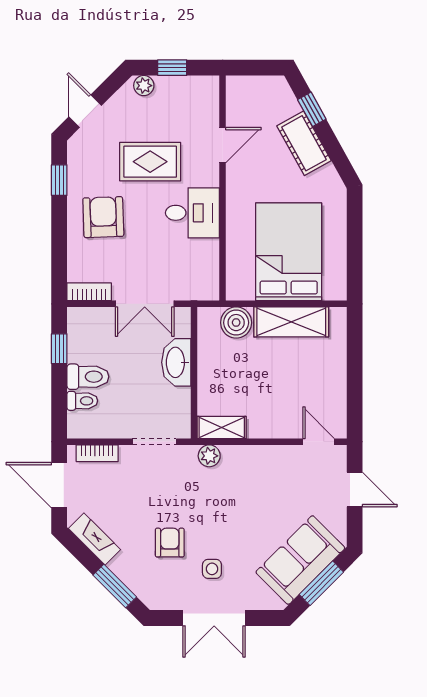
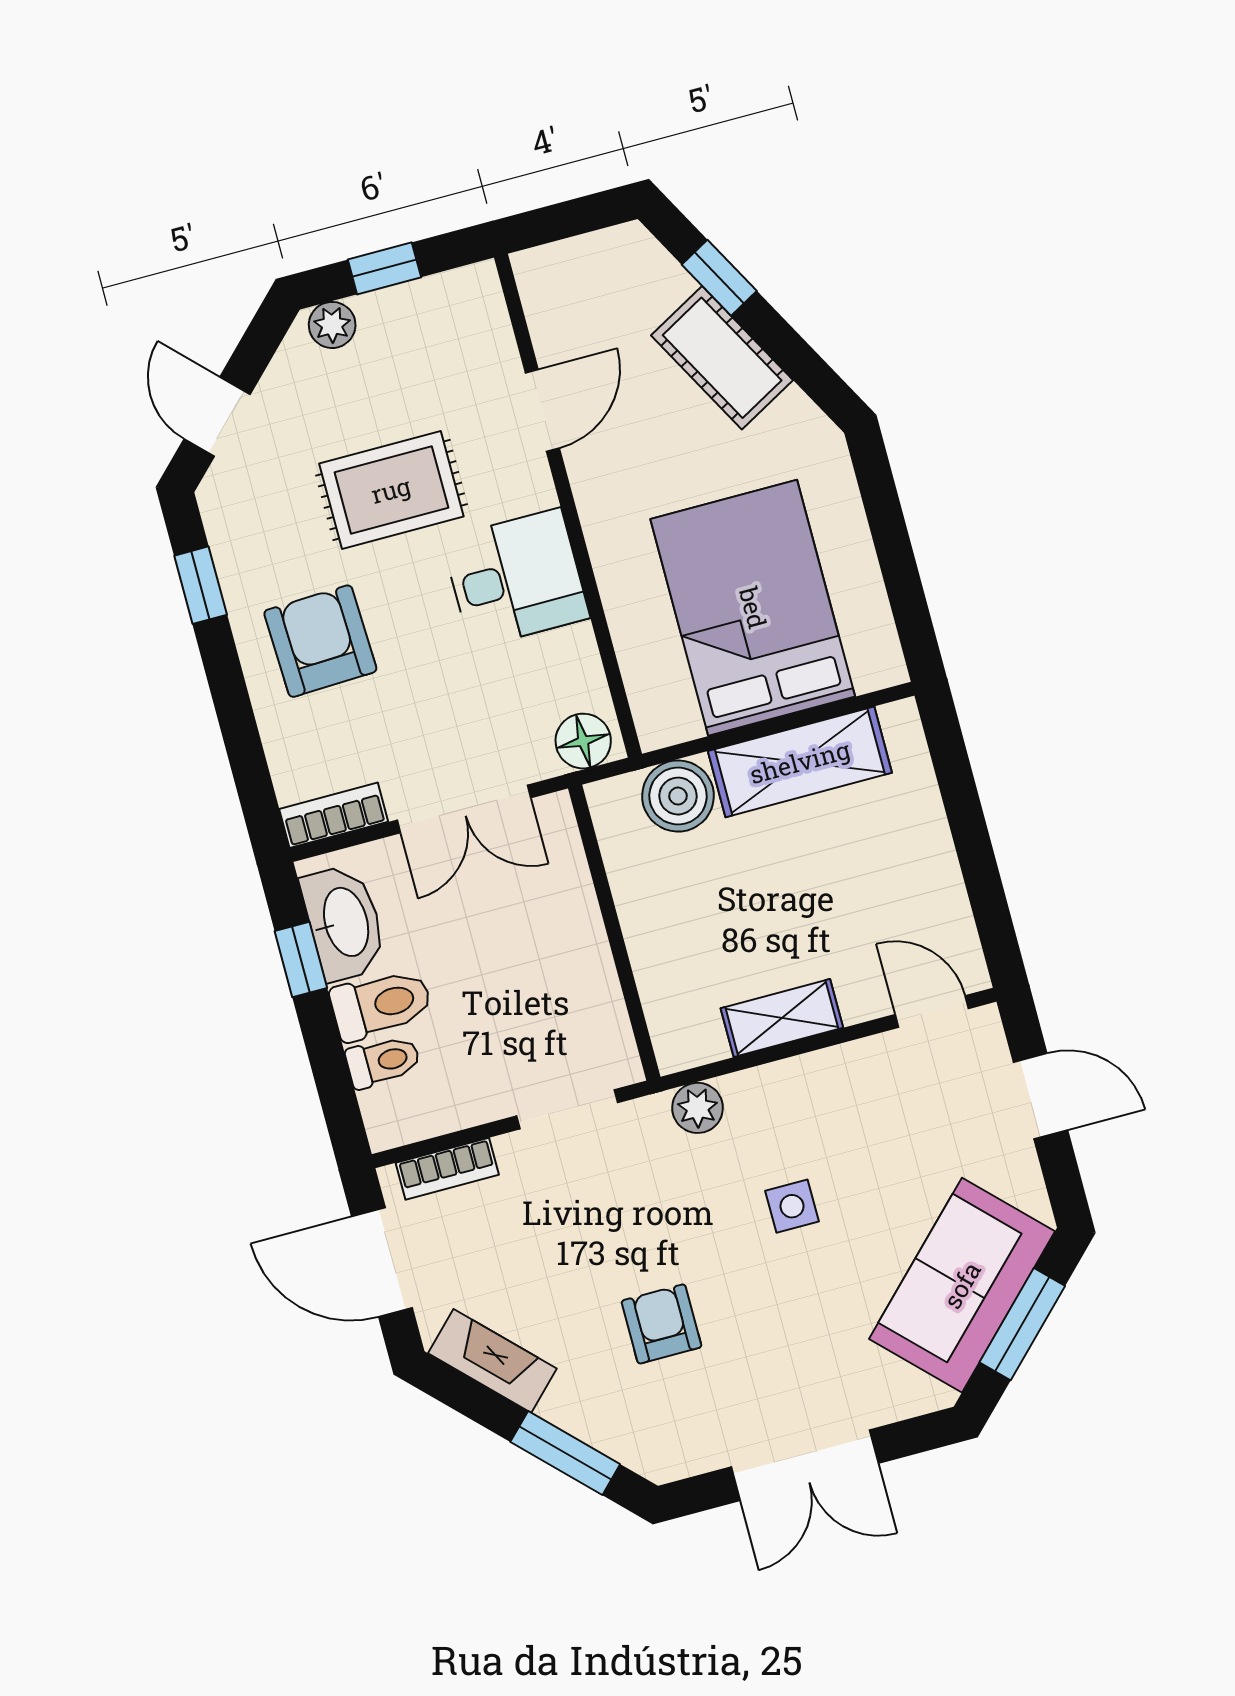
floor lamp: (202, 289) -> (583, 741), added
washbasin: (176, 362) -> (344, 922), moved, turned 180
shelving: (222, 428) -> (782, 1018), moved
side table: (212, 569) -> (792, 1206), moved

